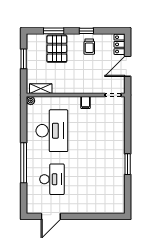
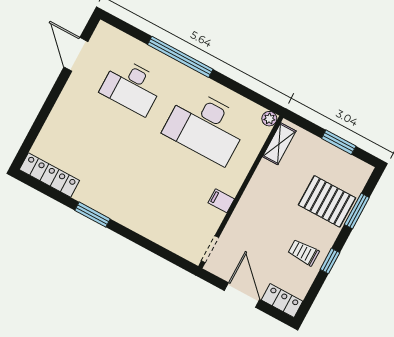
locker: (119, 197) -> (49, 175), added

